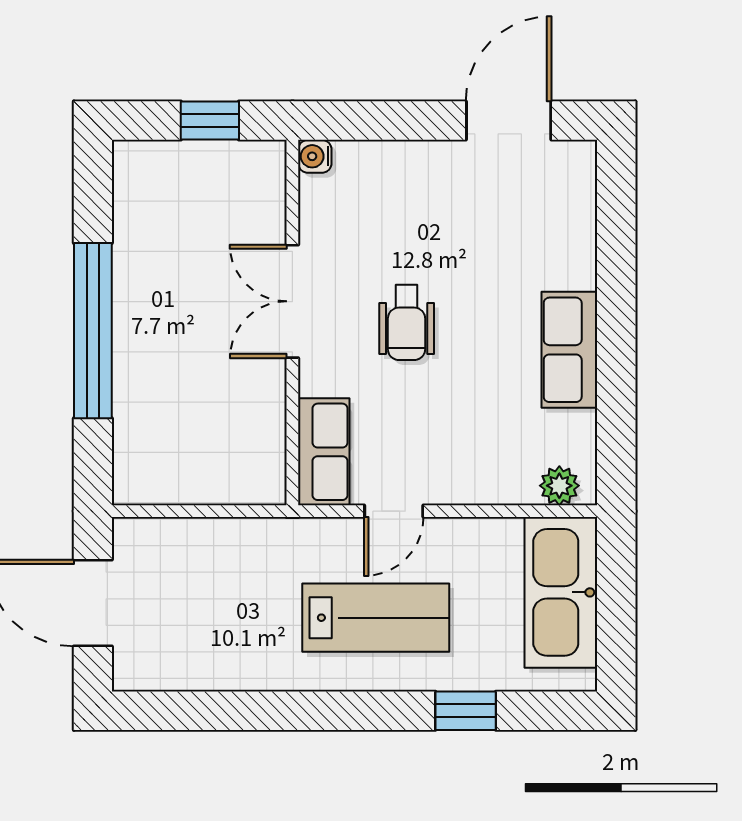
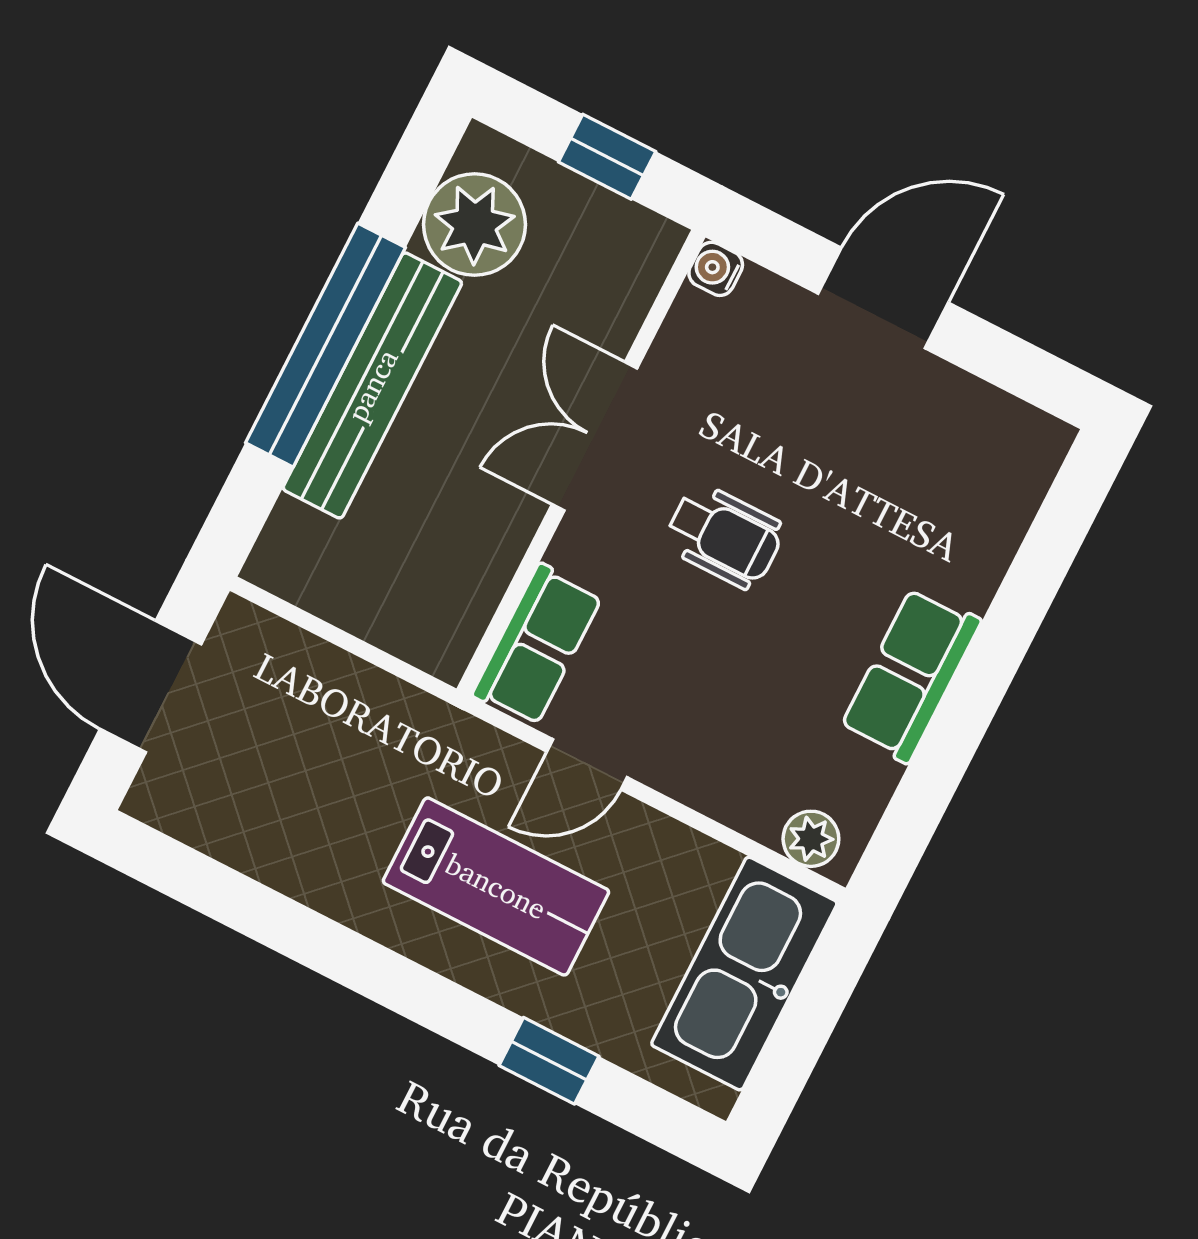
door: (509, 121) -> (883, 298), moved
plant: (148, 206) -> (474, 225), added
wheelchair: (407, 323) -> (724, 536), turned -90
bench: (136, 341) -> (372, 385), added

